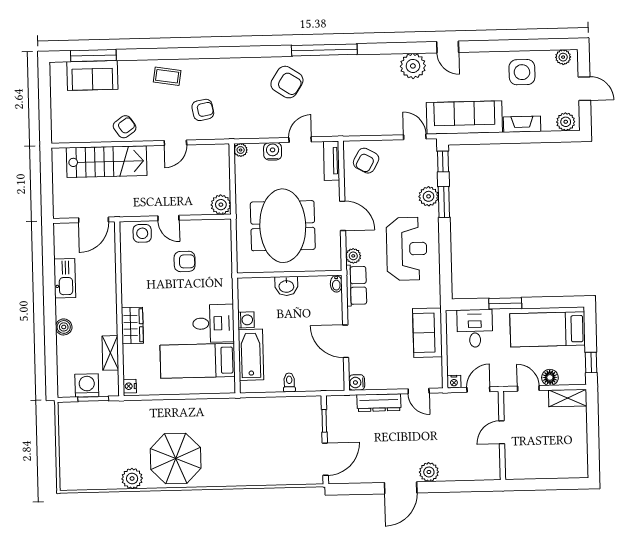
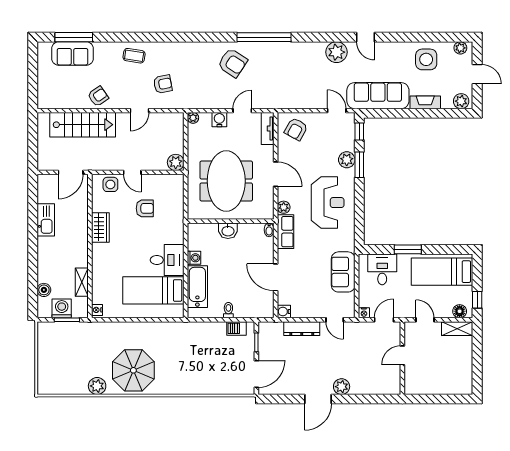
wardrobe: (132, 325) -> (100, 227), moved
boiler: (64, 327) -> (44, 290), moved
floor lamp: (550, 377) -> (460, 311), moved
barbecue: (300, 404) -> (237, 328), added

